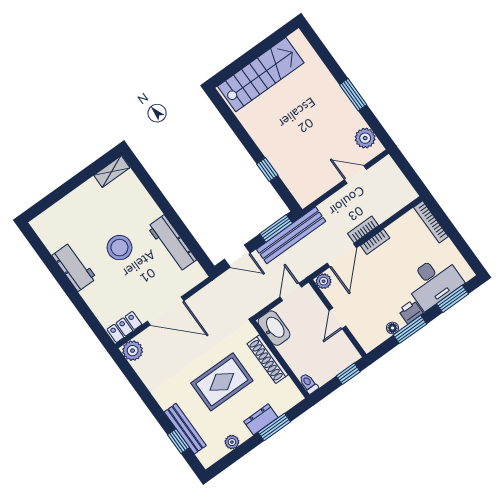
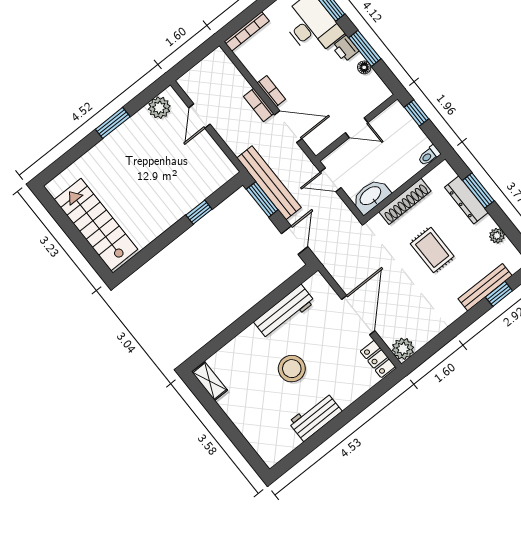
plant: (324, 281) -> (317, 145), removed
rug: (222, 382) -> (432, 250), width x0.73, depth x0.70
dresser: (261, 419) -> (466, 200), width x1.44

